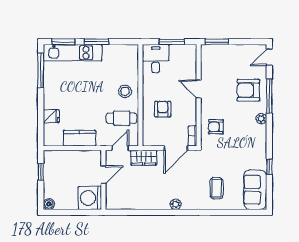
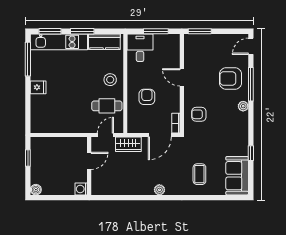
fridge: (51, 116) -> (38, 87), moved
kitchen counter: (80, 138) -> (104, 42), moved, turned 180
washing machine: (90, 198) -> (81, 189), width x0.53, depth x0.53

